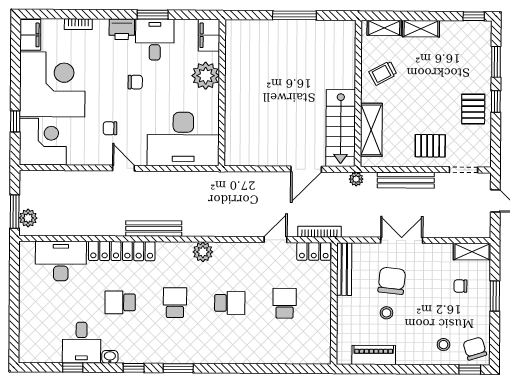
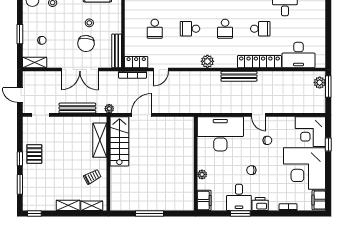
plant: (206, 76) -> (202, 174), width x0.53, depth x0.53
pallet: (430, 146) -> (62, 130), removed
double door: (402, 240) -> (80, 70), width x1.37

